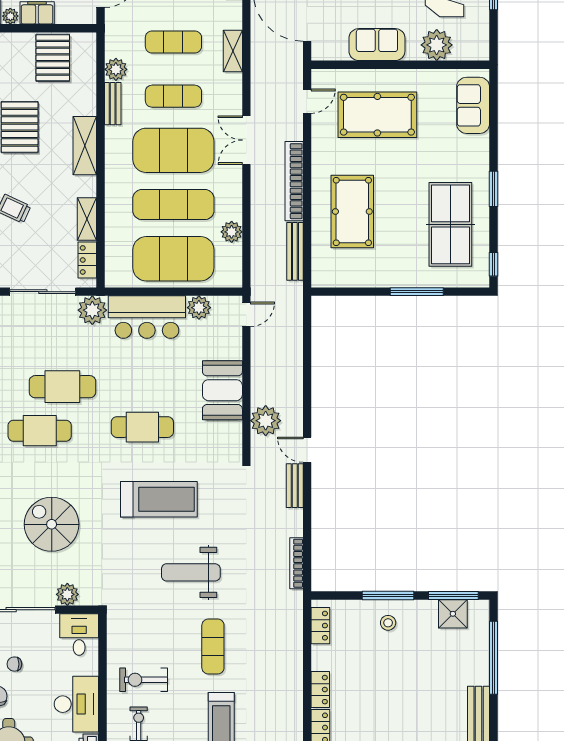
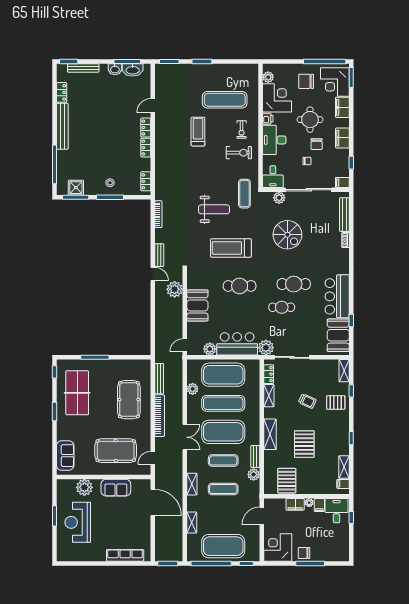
cafe table: (62, 387) -> (282, 307), width x0.73, depth x0.74
exercise mat: (213, 647) -> (244, 194), moved

